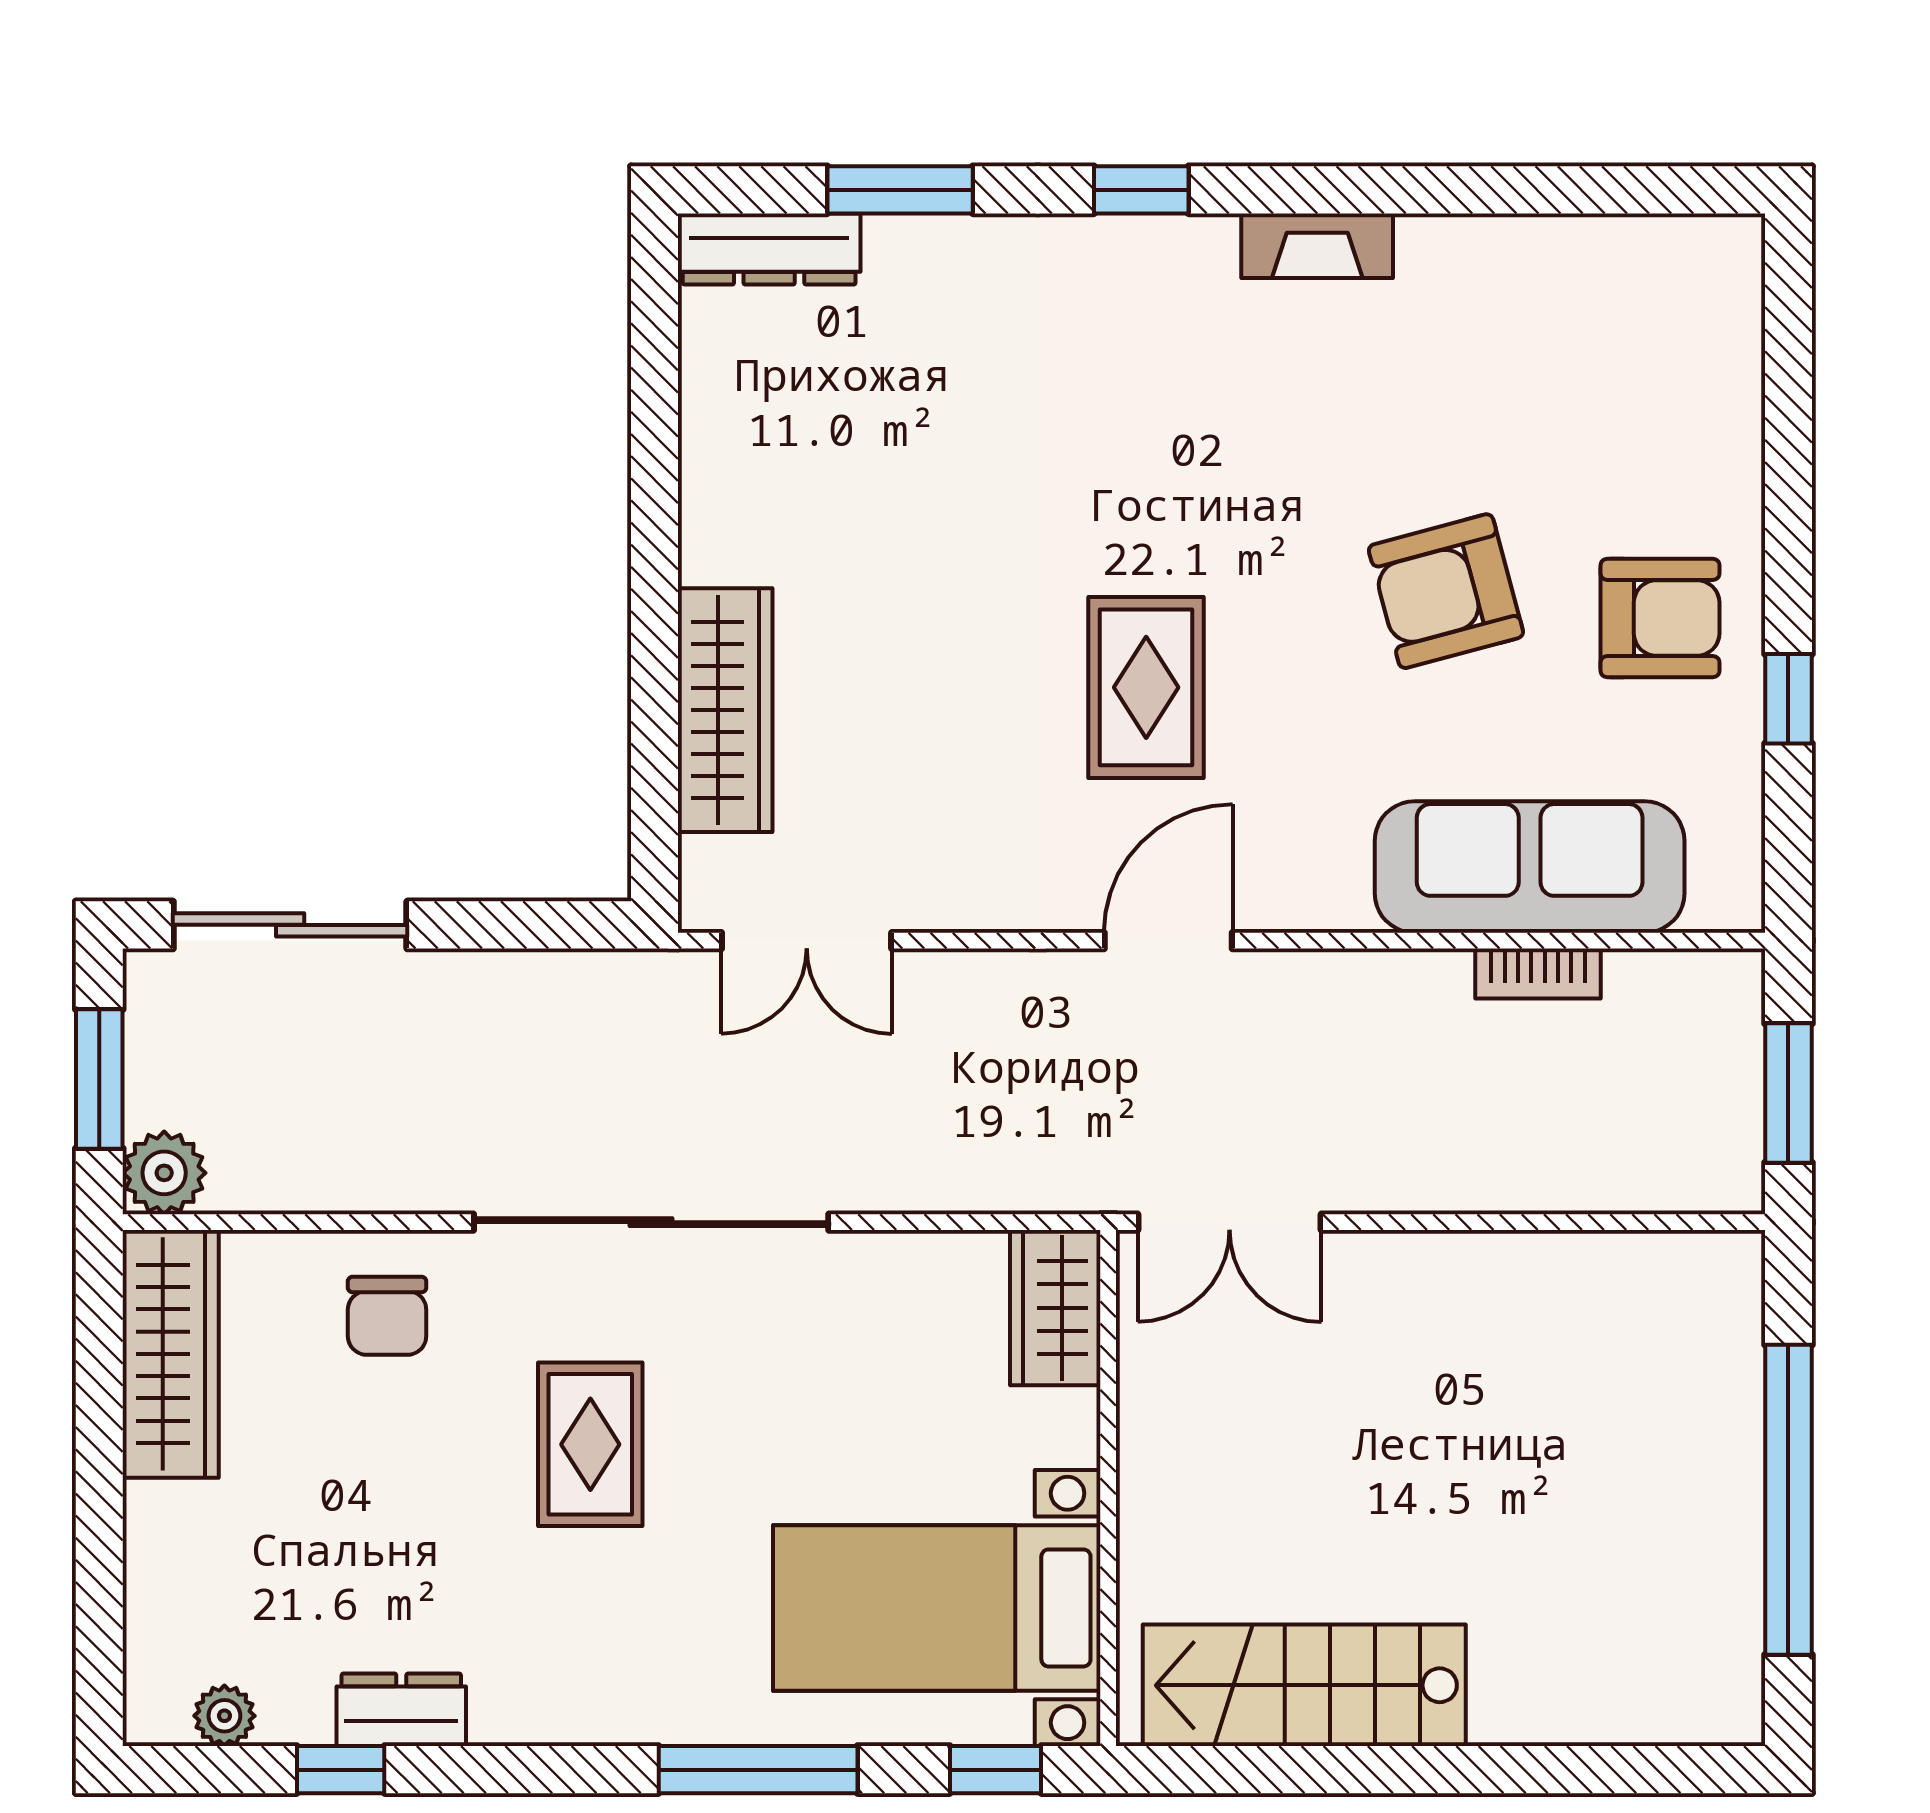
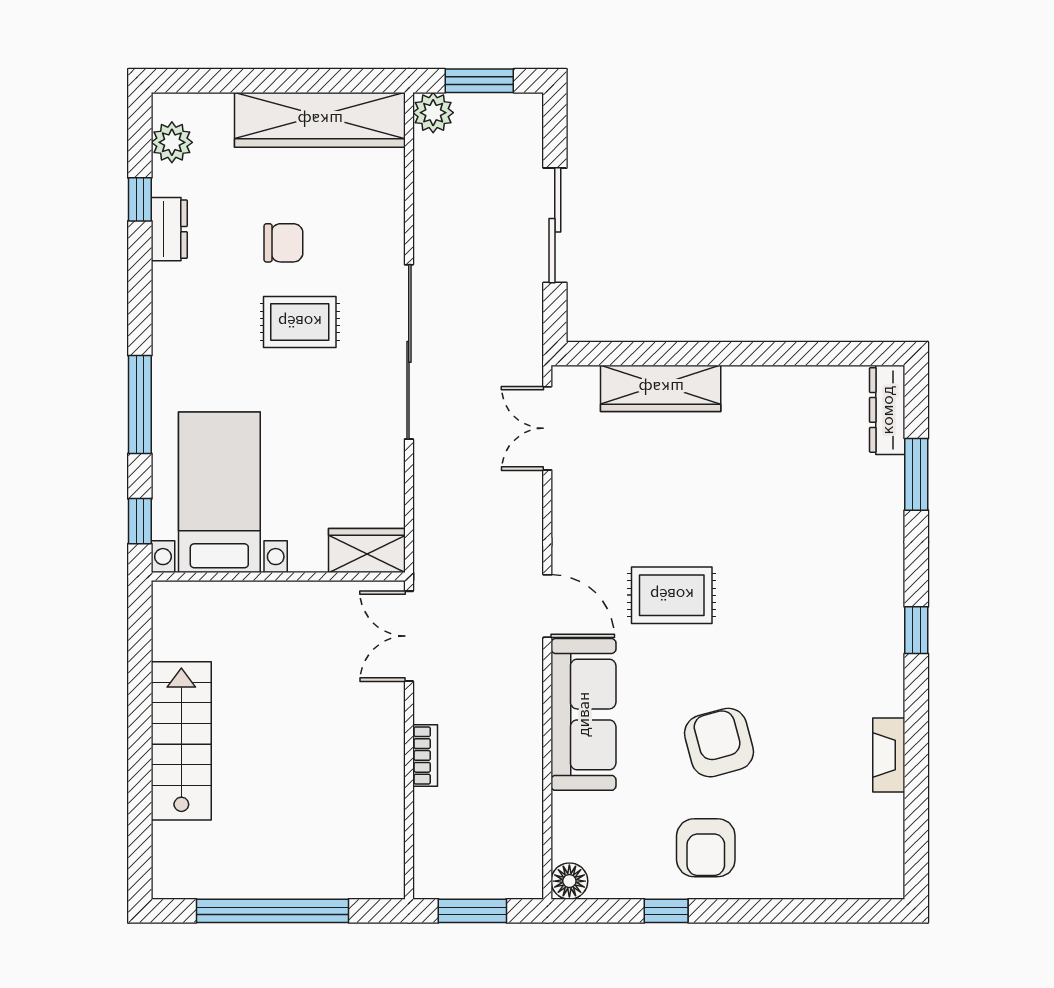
window: (1141, 190) -> (916, 630), moved
fireplace: (1317, 246) -> (889, 755), moved
sofa: (1530, 867) -> (583, 714), moved
floor lamp: (1728, 896) -> (569, 881), added
sliding door: (290, 925) -> (555, 225), moved
bookcase: (1538, 974) -> (425, 755), moved, turned 180
chair: (387, 1316) -> (283, 243), moved, turned 180
wardrobe: (171, 1354) -> (320, 120), width x1.40, depth x1.17
stairs: (1304, 1685) -> (181, 741), moved
plant: (224, 1716) -> (172, 142), width x1.38, depth x1.38

